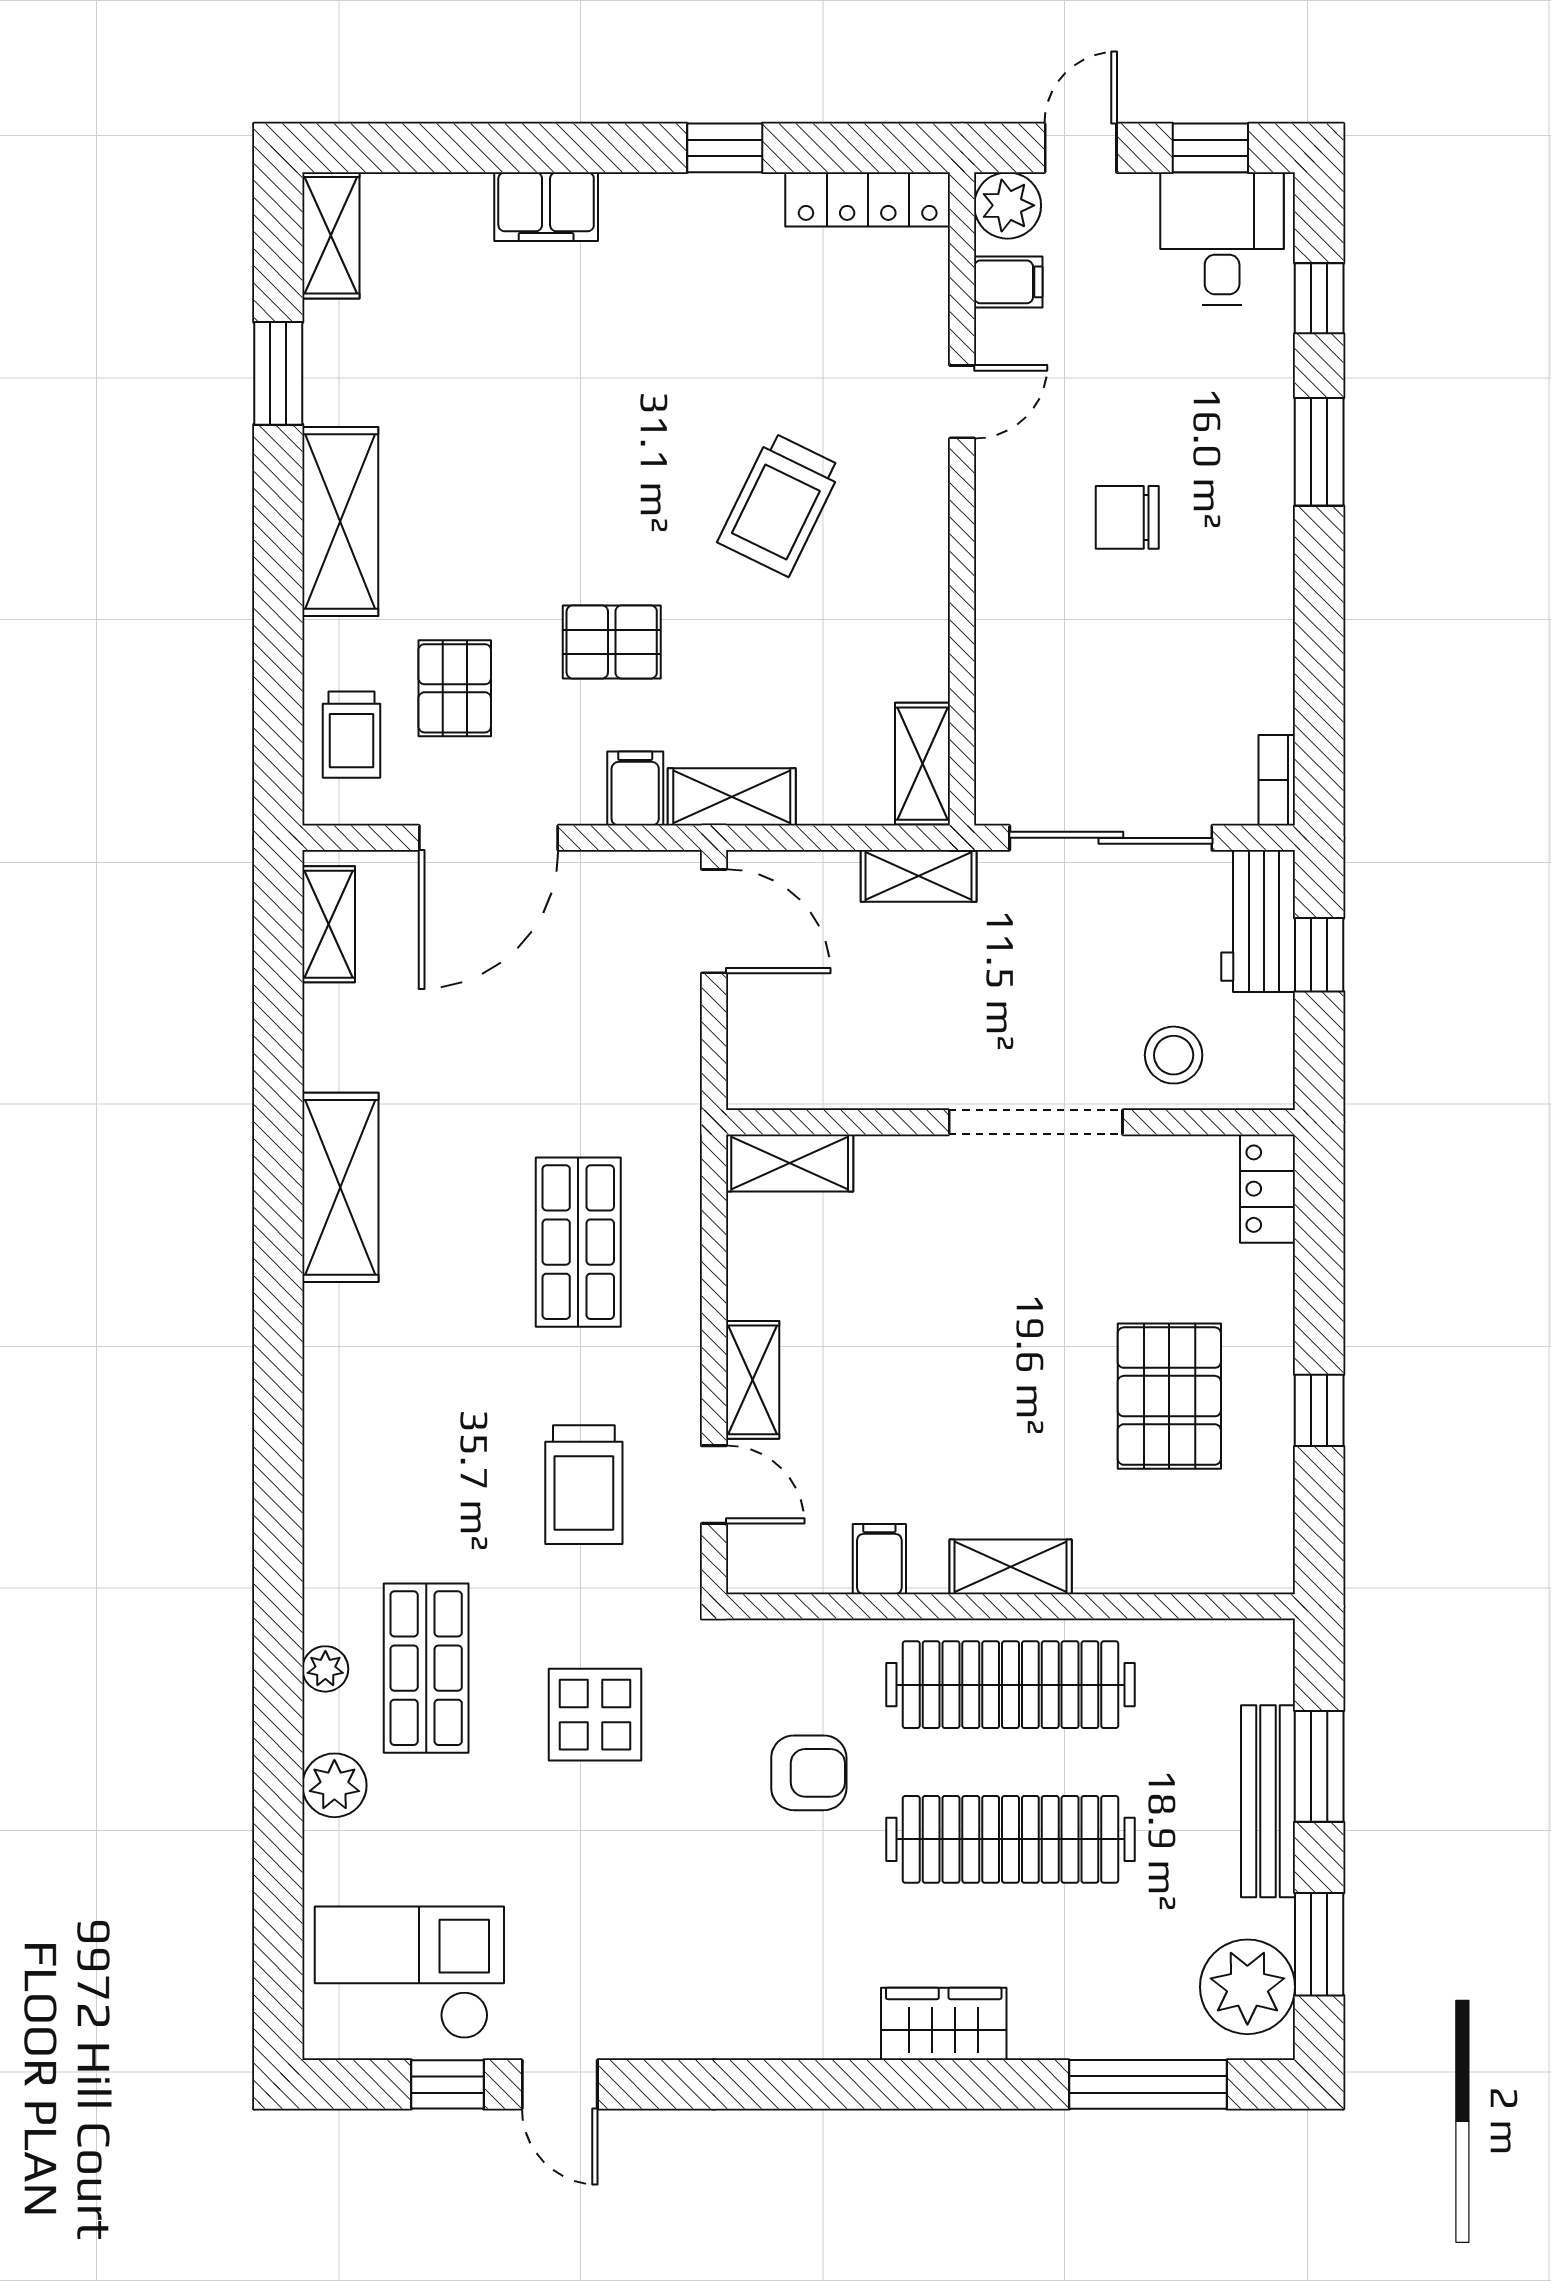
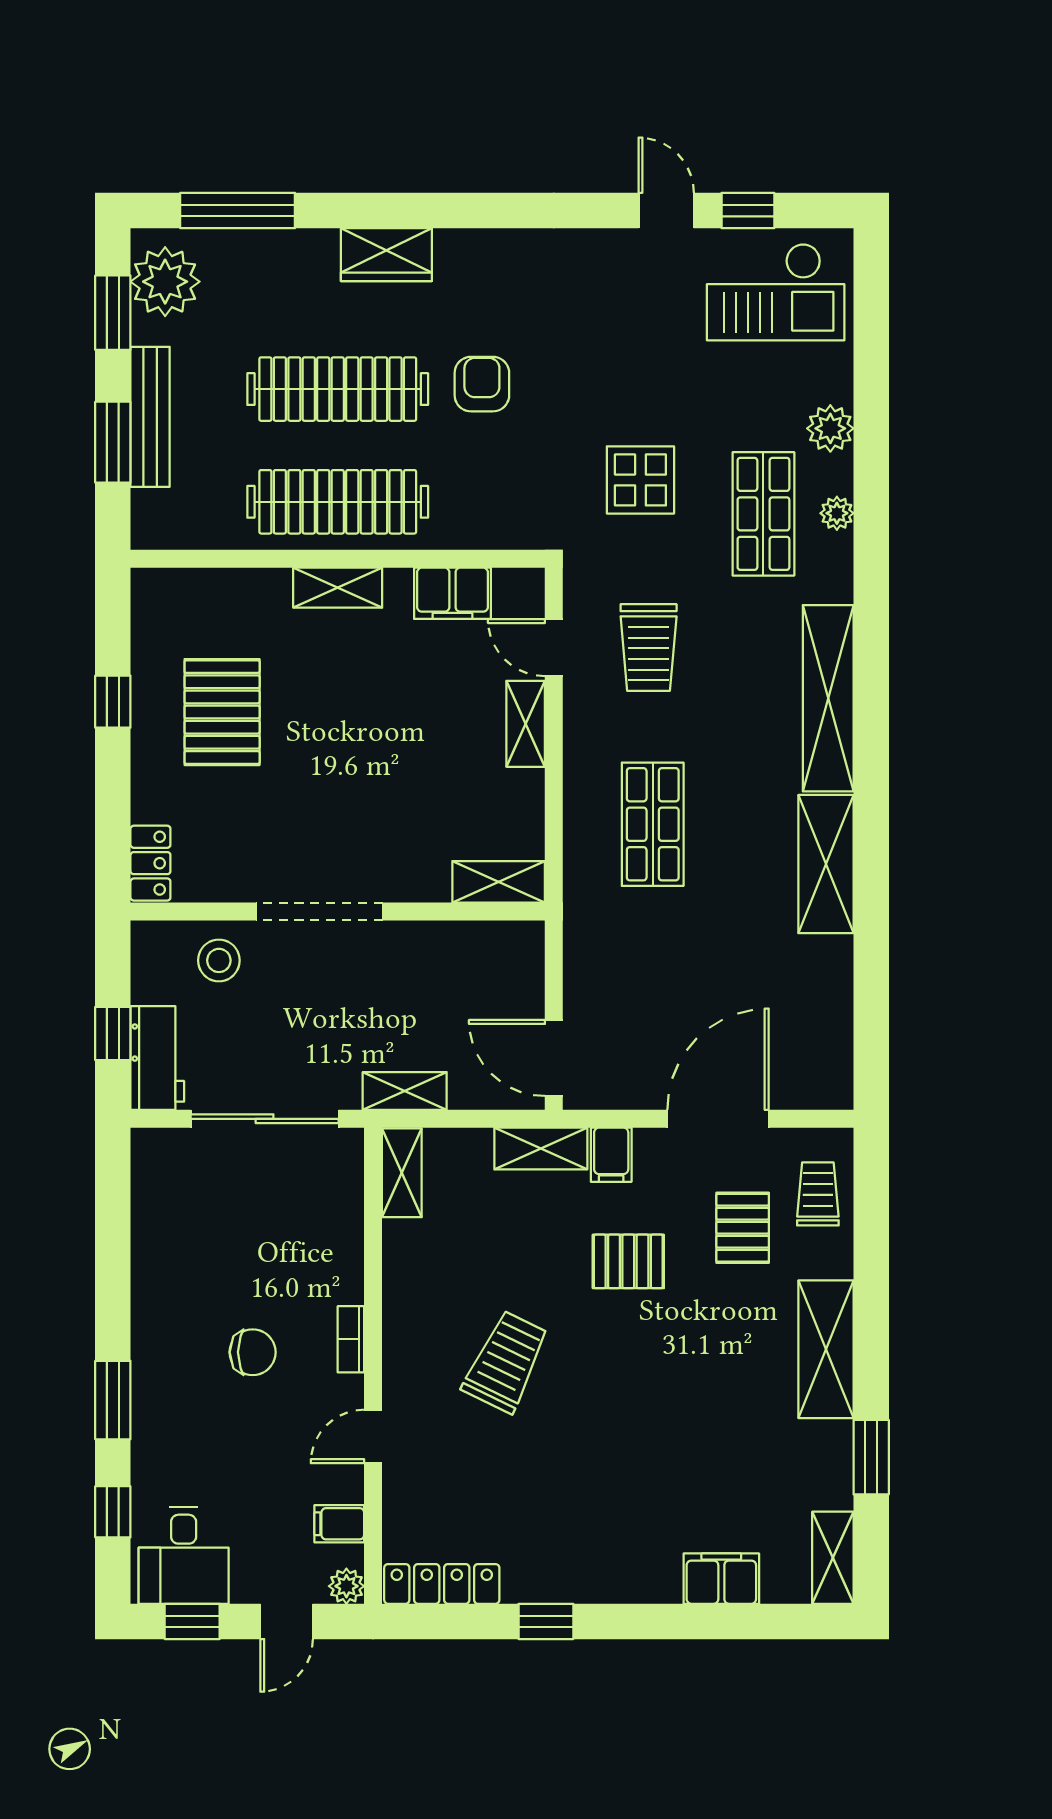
plant: (1008, 205) -> (346, 1586), width x0.73, depth x0.73
filing cabinet: (546, 207) -> (721, 1579), moved
bookcase: (1277, 780) -> (351, 1339), moved, turned 180
shelving: (329, 924) -> (828, 698), moved, width x2.20, depth x1.33
trolley: (584, 1485) -> (649, 648), turned 180
filing cabinet: (879, 1559) -> (452, 593), width x2.00
armchair: (809, 1773) -> (482, 384), moved, turned 90

